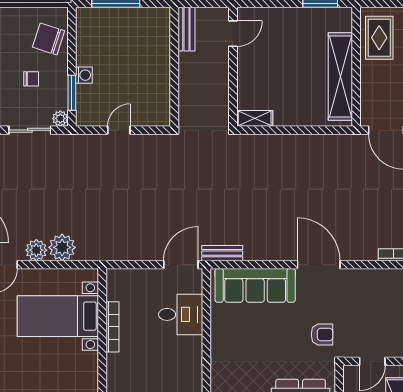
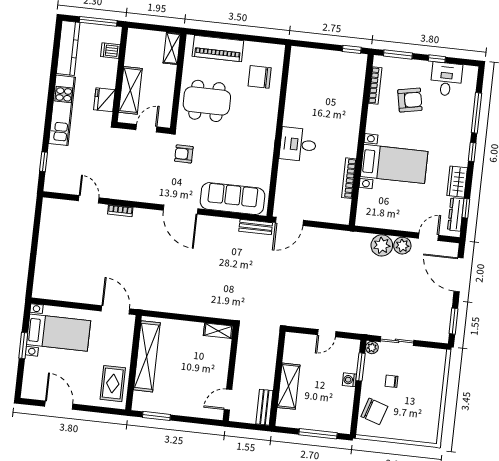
shelving: (159, 59) -> (289, 386), added
desk: (181, 314) -> (298, 144), moved
bed with nightstands: (58, 316) -> (394, 164), moved

